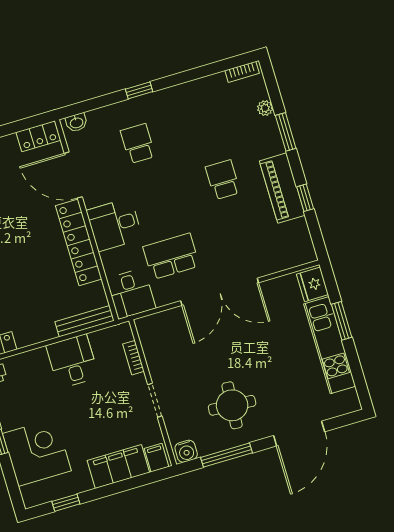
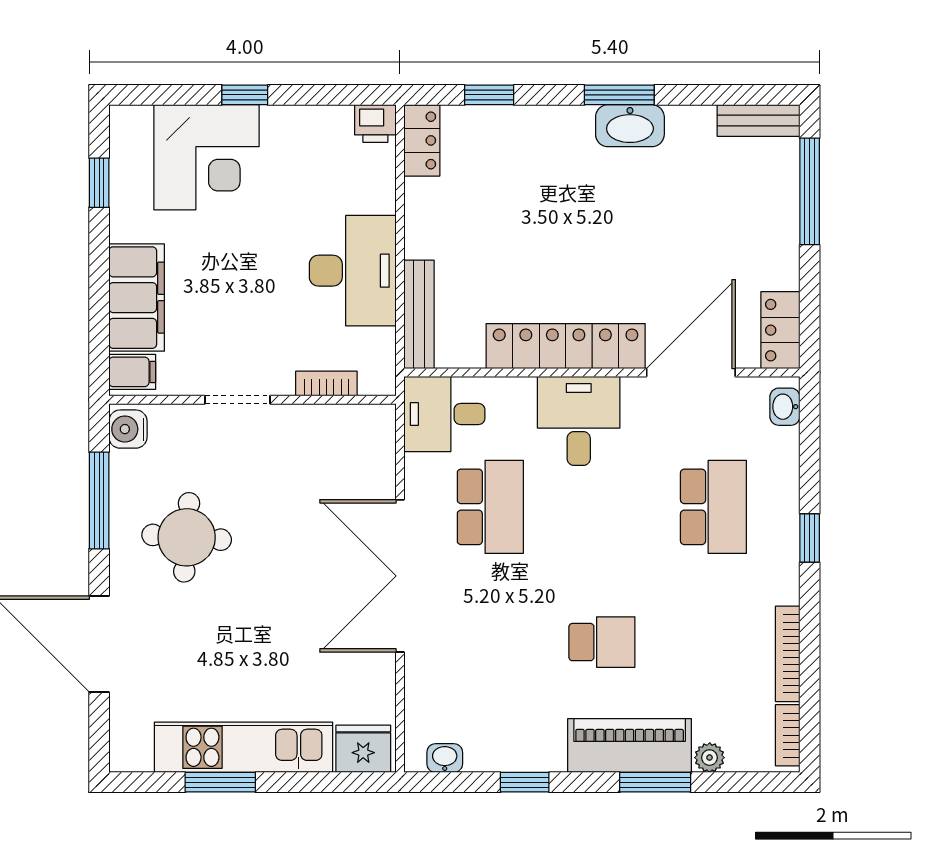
bookcase: (201, 84) -> (788, 654), added
school desk: (138, 144) -> (713, 507), width x1.85
piano: (282, 188) -> (630, 746), moved
washbasin: (305, 242) -> (445, 758), added
window: (342, 321) -> (220, 782), moved
desk: (72, 361) -> (353, 271), width x1.37

